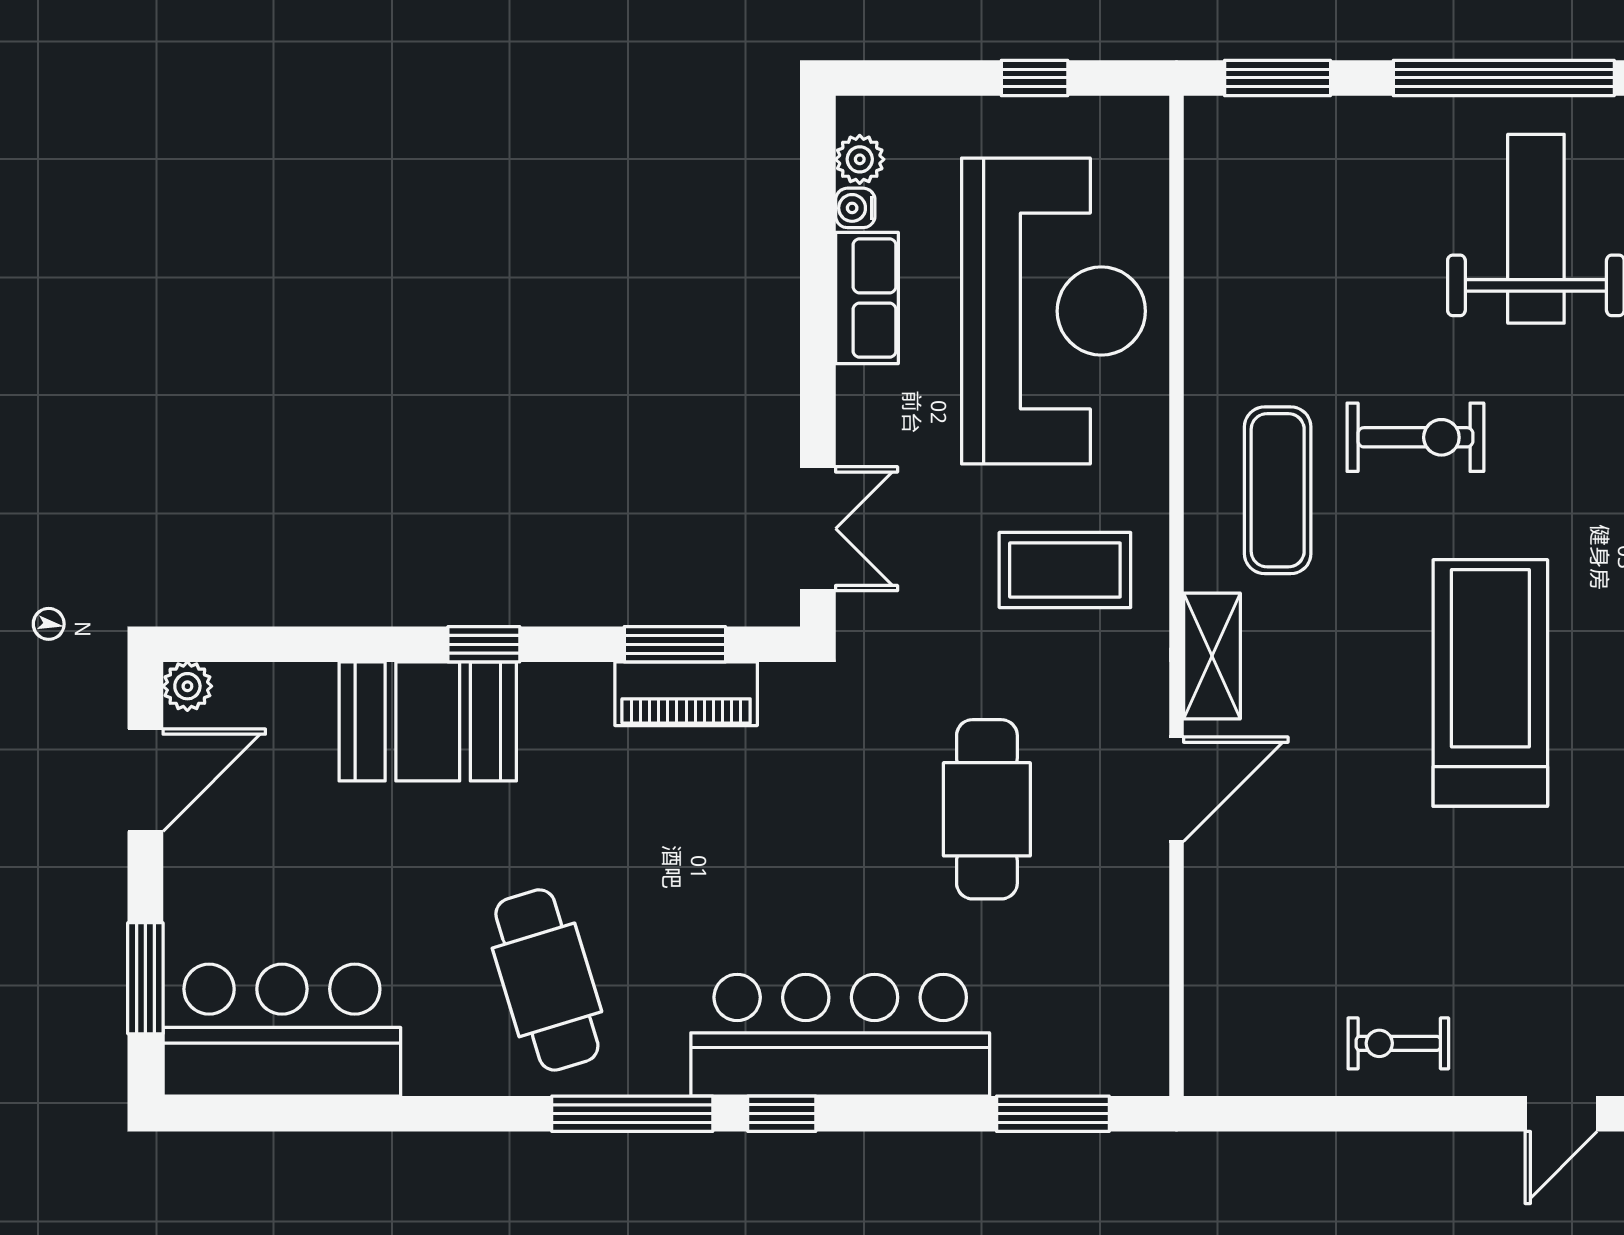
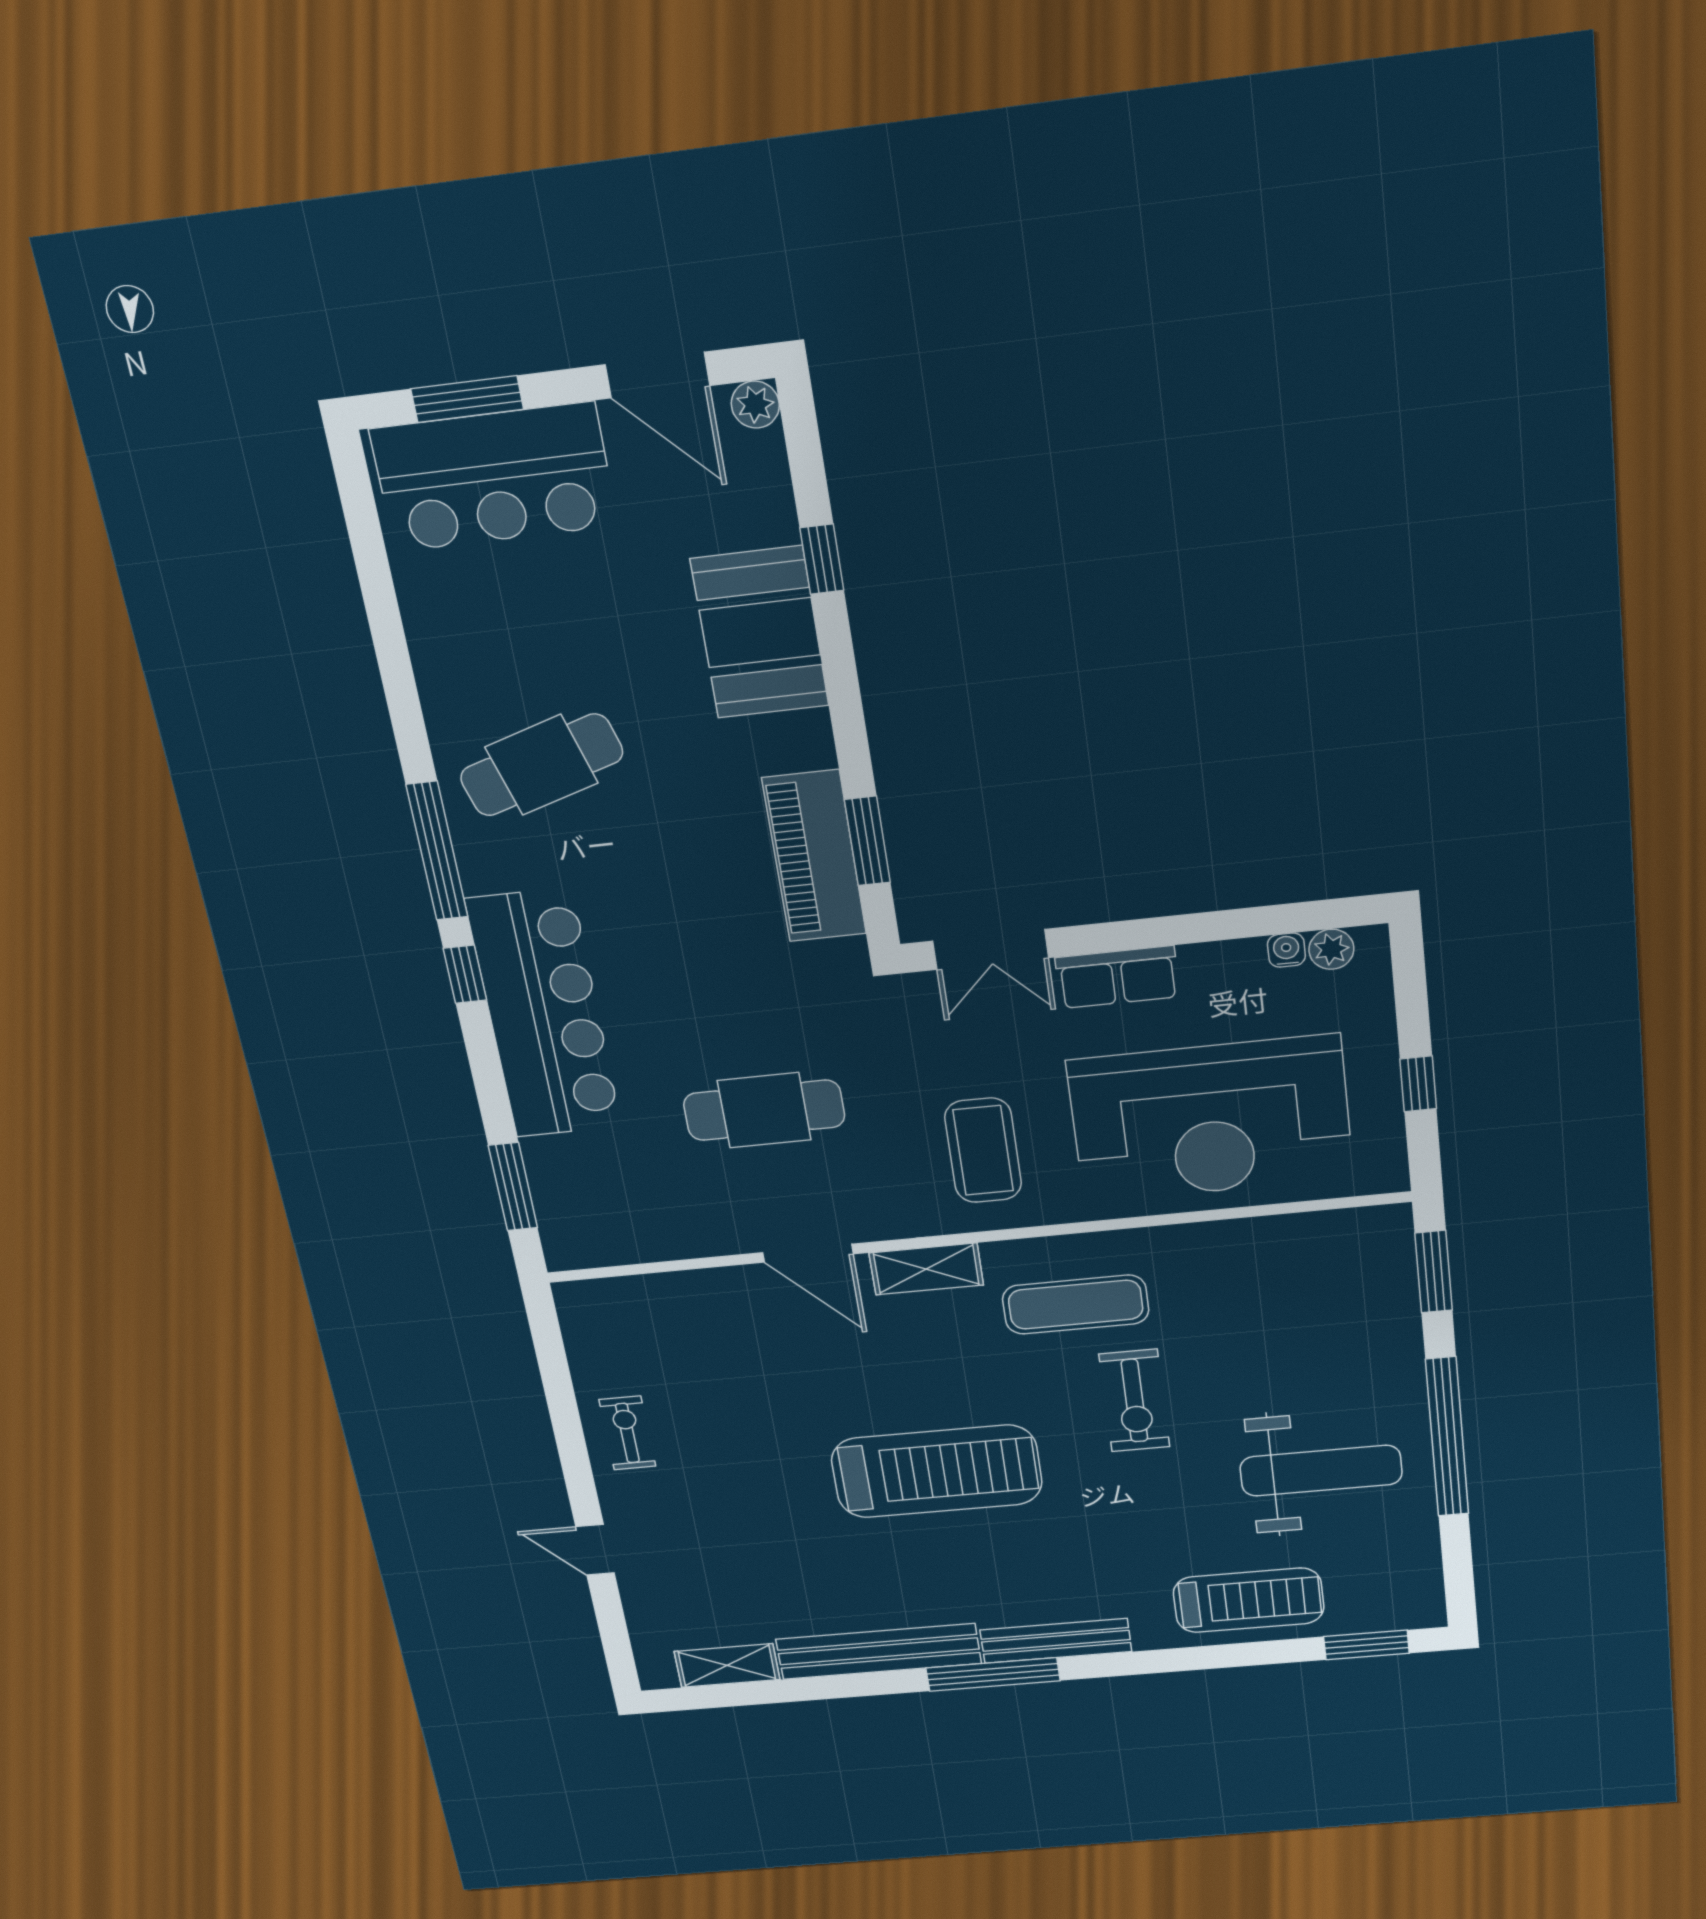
row of seats: (867, 298) -> (1117, 977), moved
window: (484, 644) -> (822, 559), moved
piano: (686, 694) -> (814, 856), width x1.37, depth x1.33
bar counter: (282, 1030) -> (494, 477), moved, turned 90

